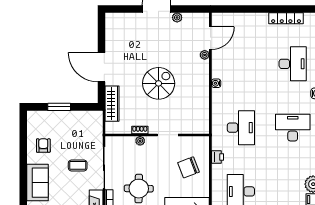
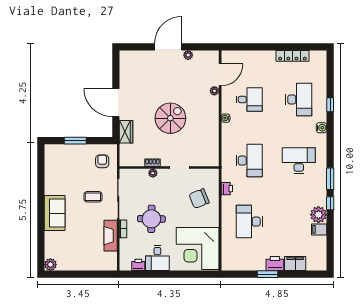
desk: (241, 64) -> (249, 99), added
wardrobe: (112, 104) -> (126, 132), width x0.67
armchair: (43, 146) -> (102, 161), moved

